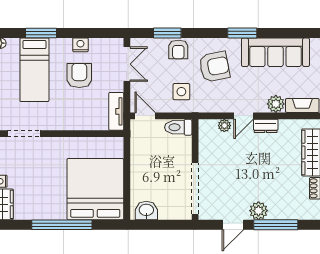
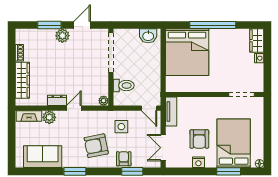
sofa: (275, 52) -> (43, 157), width x0.73
bed: (34, 70) -> (234, 143), width x1.50
plant: (224, 126) -> (104, 101), moved
toilet: (178, 127) -> (124, 85), moved
window: (276, 225) -> (49, 25), width x0.69

